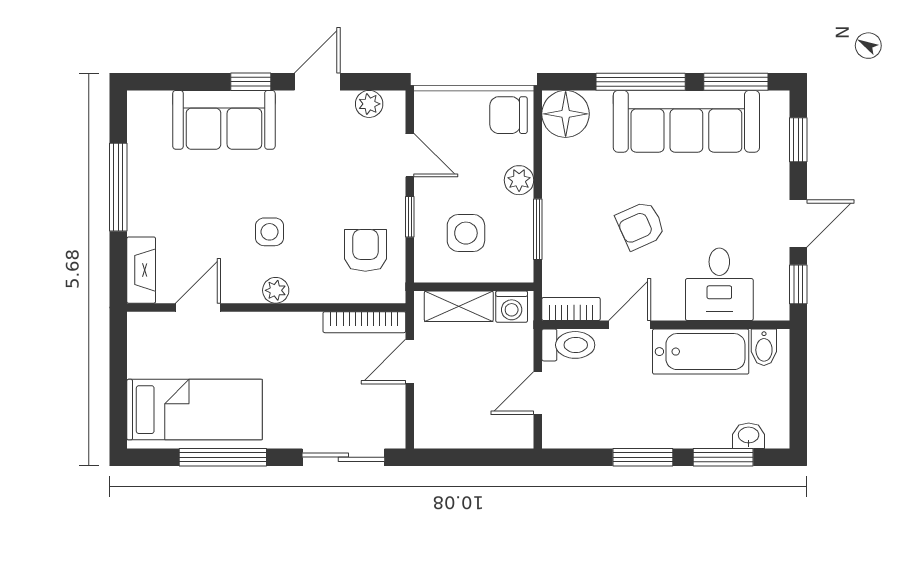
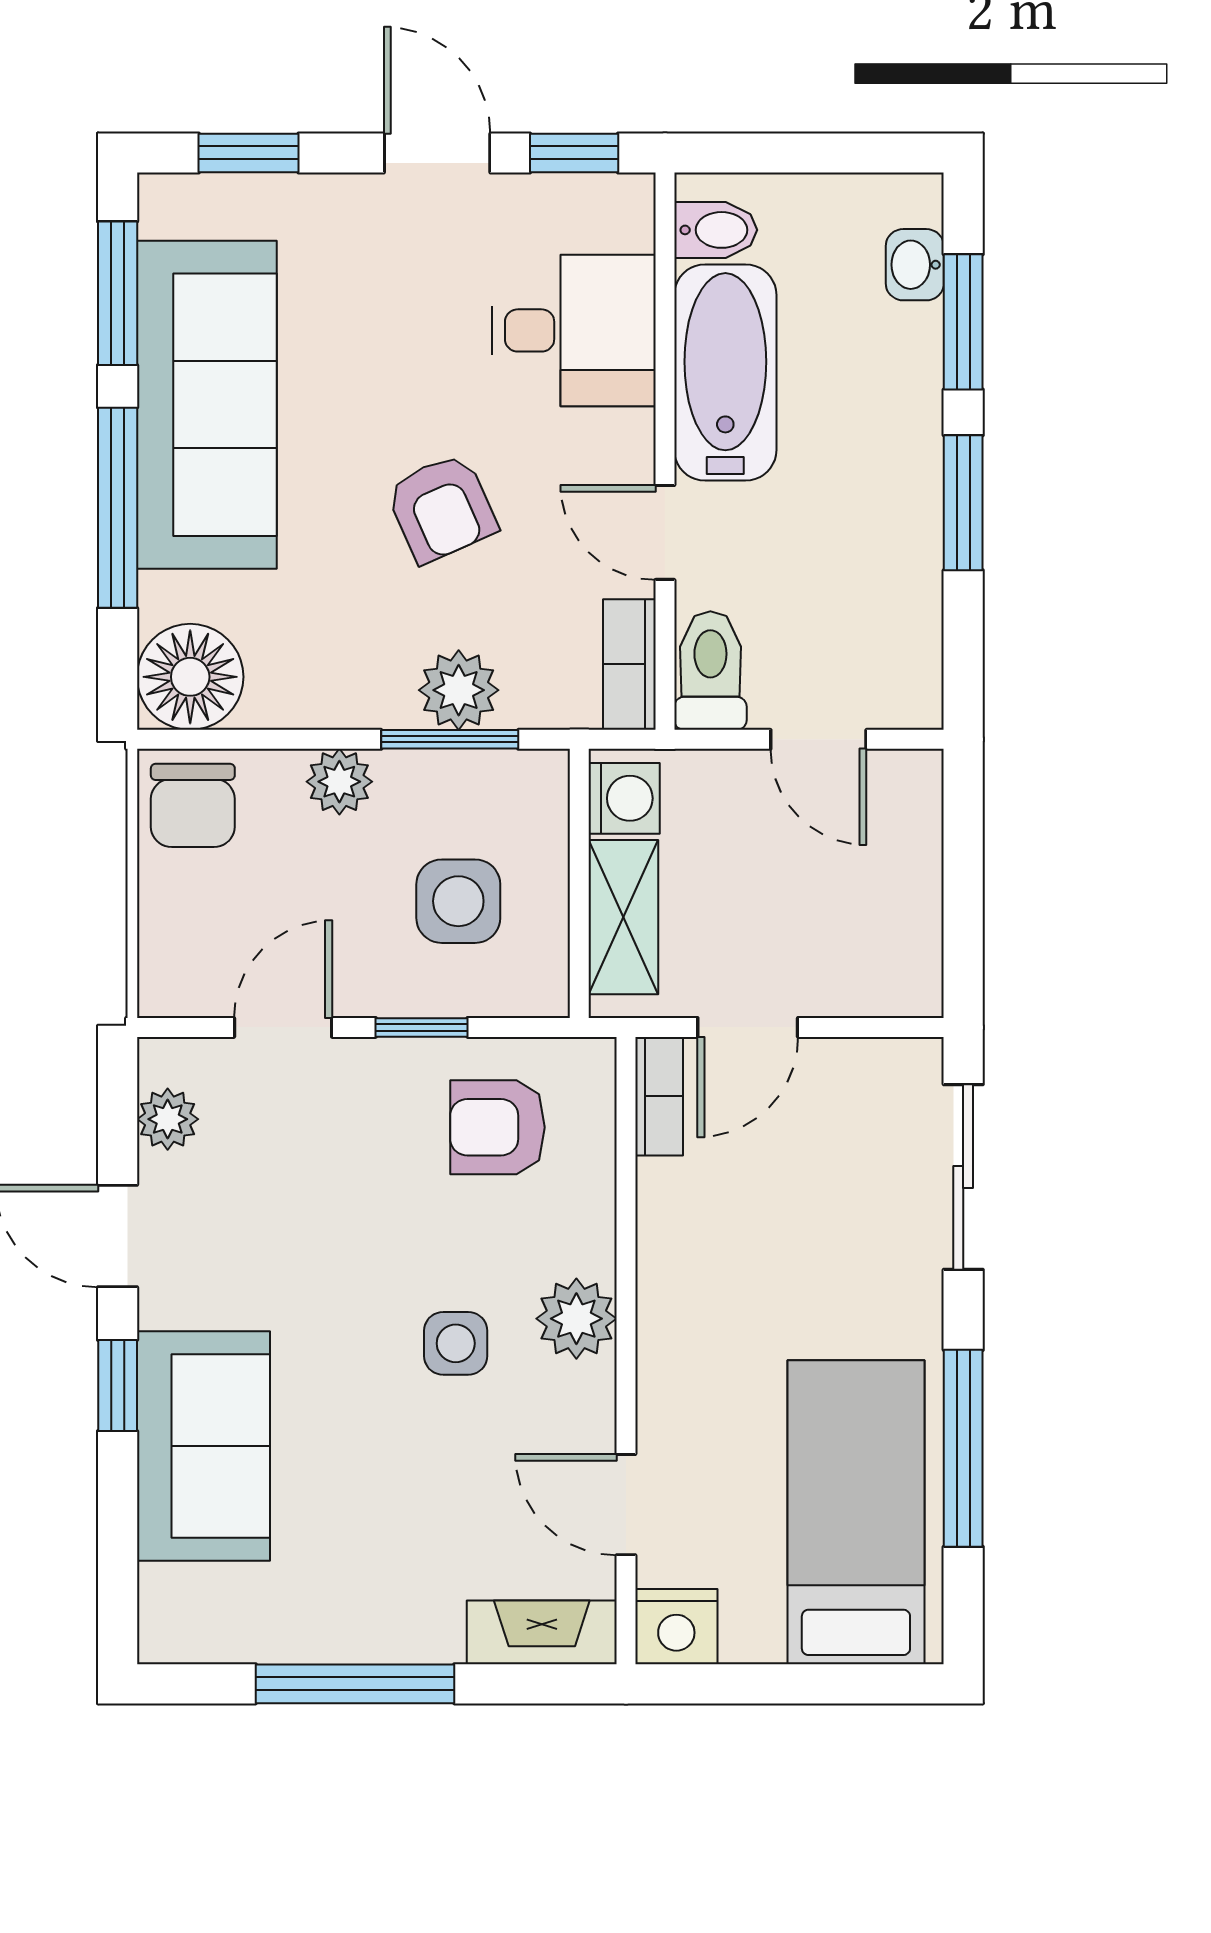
plant: (560, 233) -> (459, 690), added
plant: (276, 290) -> (576, 1319), width x1.38, depth x1.38
bookcase: (364, 322) -> (659, 1096), width x0.64
nightstand: (144, 330) -> (676, 1627), added
door: (410, 362) -> (748, 1027), hinge flipped

